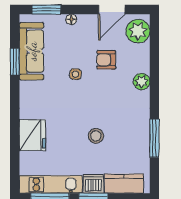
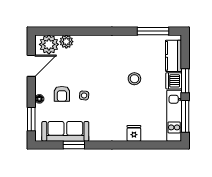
door: (112, 9) -> (31, 66), hinge flipped
armchair: (106, 60) -> (62, 94), moved
plant: (142, 82) -> (66, 42), moved
fridge: (32, 135) -> (134, 133), width x0.53, depth x0.75
window: (154, 138) -> (153, 31), moved

